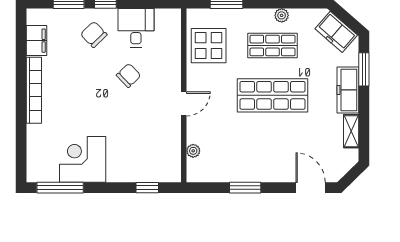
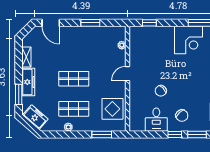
shop shelf: (273, 95) -> (74, 79), width x0.70, depth x0.74

